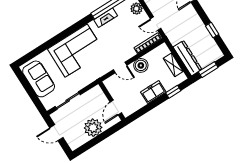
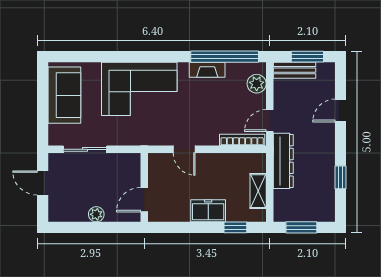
door: (156, 24) -> (270, 121), hinge flipped
dresser: (187, 58) -> (283, 161), moved
boiler: (141, 65) -> (214, 164), removed
plant: (93, 128) -> (96, 214), width x0.53, depth x0.53

